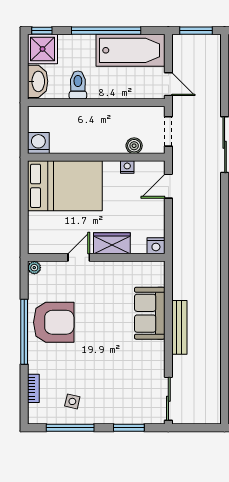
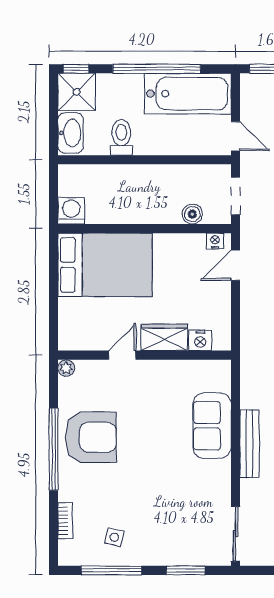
nightstand: (127, 167) -> (215, 241), moved
nightstand: (156, 246) -> (200, 340), moved

